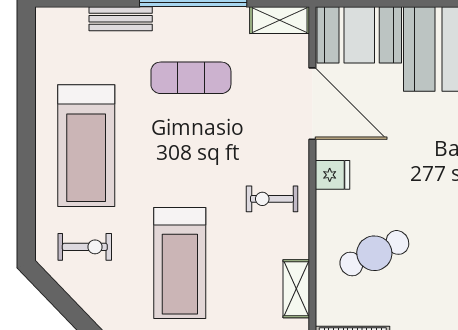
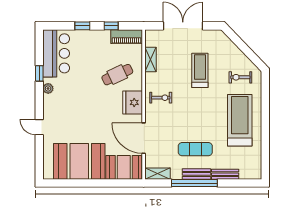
bench: (188, 19) -> (197, 174), added
fridge: (332, 175) -> (133, 102), width x1.88, depth x1.34
treadmill: (180, 263) -> (200, 70), width x0.73, depth x0.73

